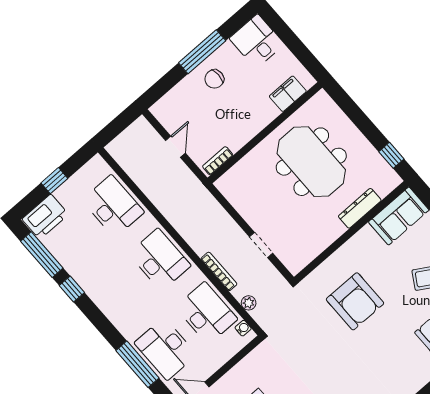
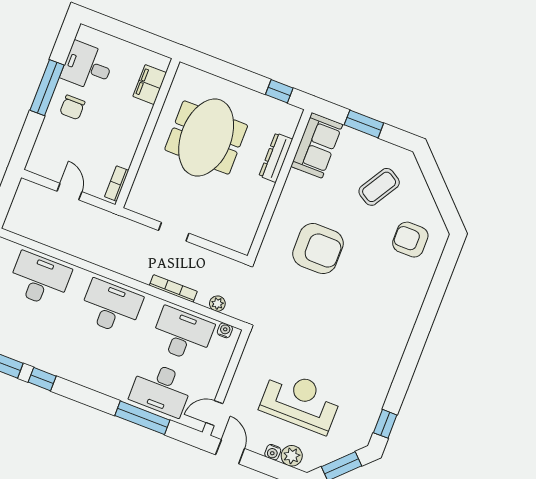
desk: (257, 41) -> (87, 67), moved
meeting table: (311, 162) -> (206, 138), turned 90
doorway: (261, 245) -> (174, 232), moved

